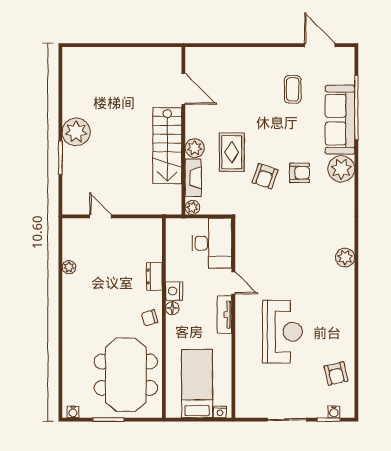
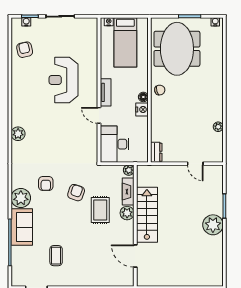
sofa: (340, 120) -> (22, 227), width x0.73
armchair: (299, 173) -> (46, 184), moved, turned -90
dresser: (154, 276) -> (156, 152), moved

